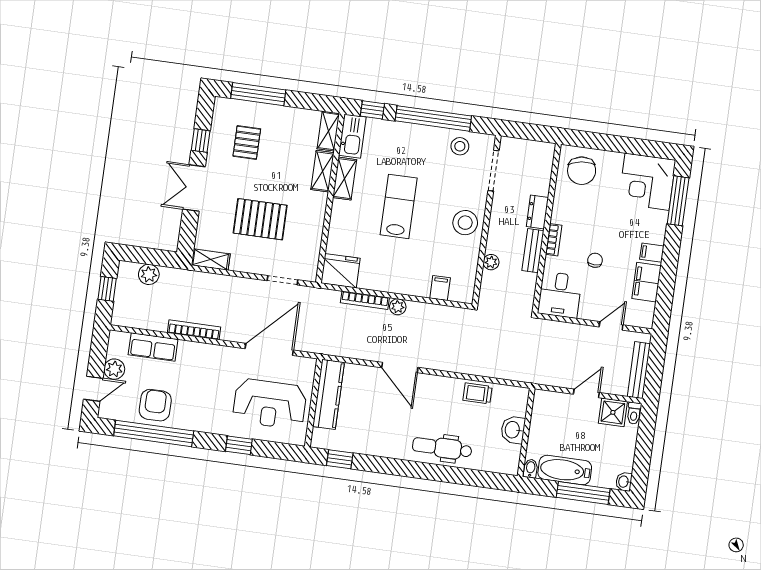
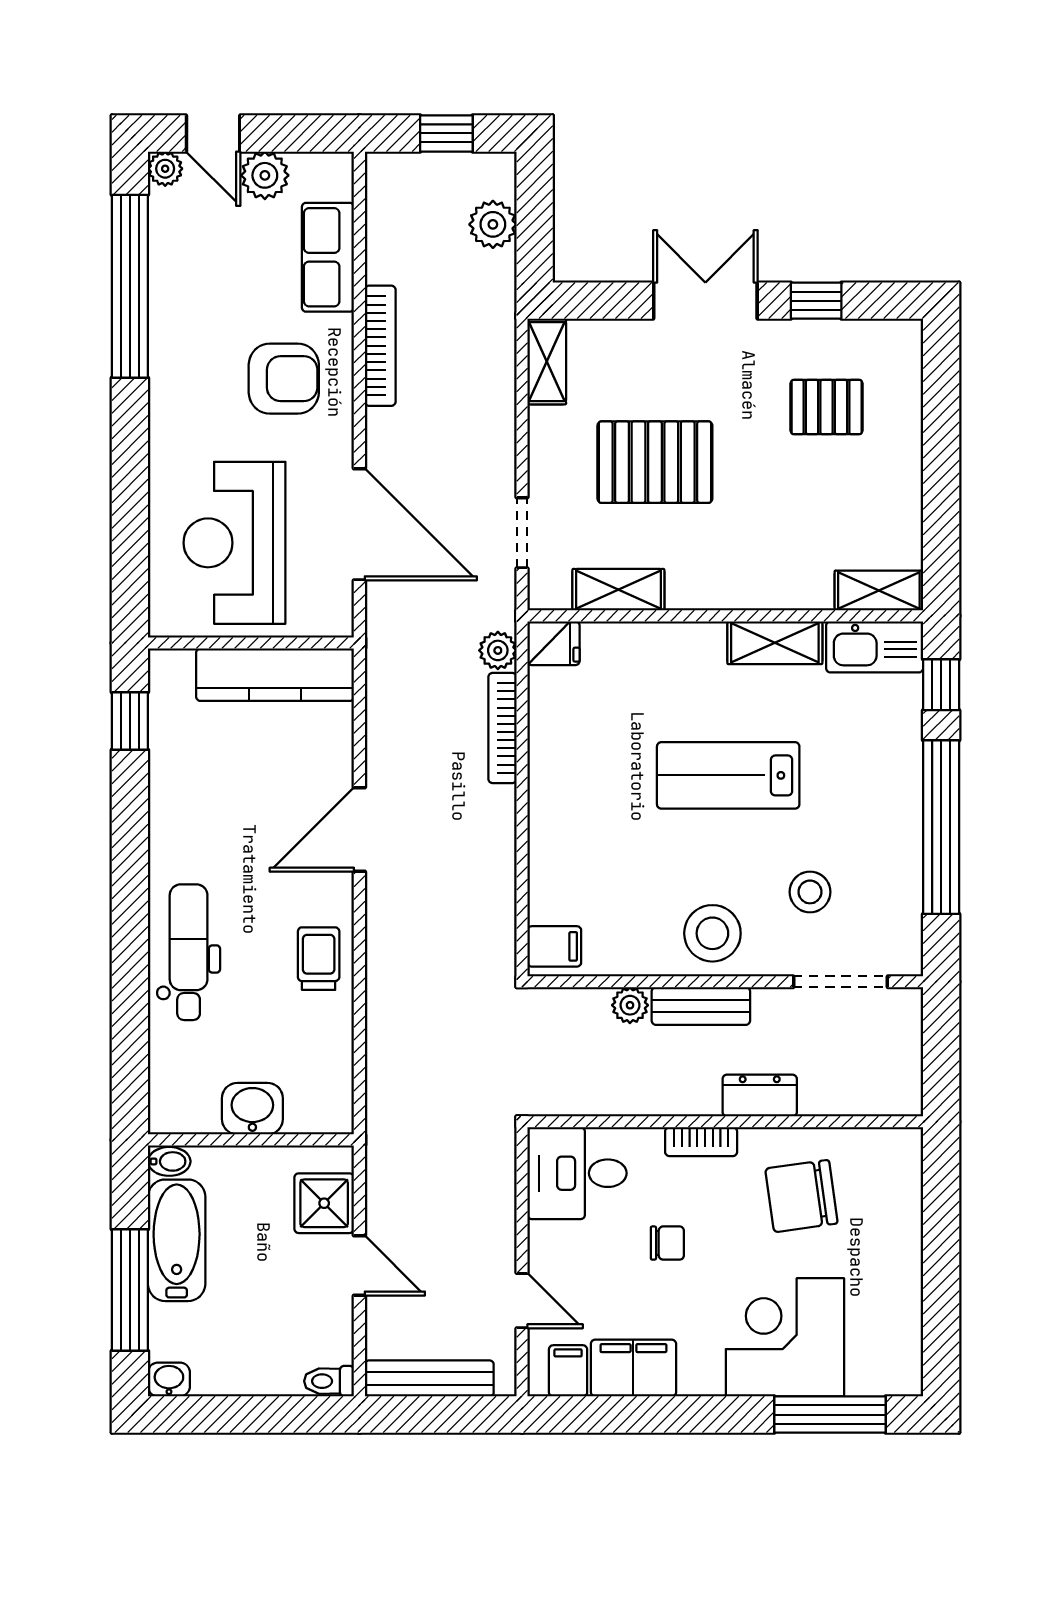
window: (258, 94) -> (941, 418), removed
stool: (460, 146) -> (810, 892), moved
shelving: (322, 171) -> (618, 590), moved
chair: (582, 171) -> (801, 1196), moved
corner desk: (647, 182) -> (785, 1337), moved
lab bench: (399, 206) -> (728, 775), turned 180
pallet: (260, 219) -> (655, 462), turned 90
bench: (533, 251) -> (701, 1006), moved
filing cabinet: (652, 253) -> (568, 1371), moved
fridge: (340, 271) -> (554, 643), width x0.53, depth x0.75
filing cabinet: (440, 288) -> (554, 946), moved
plant: (398, 307) -> (498, 650), moved
trolley: (478, 393) -> (319, 959), moved
armchair: (155, 405) -> (284, 379), moved
plant: (106, 411) -> (165, 169), added
shower: (613, 412) -> (324, 1203), moved
window: (239, 445) -> (130, 485), removed

